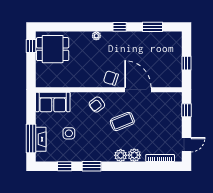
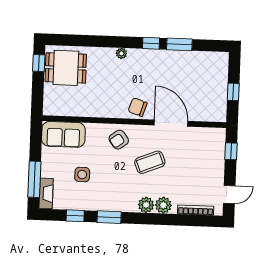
window: (152, 27) -> (179, 44), moved
fireplace: (41, 139) -> (46, 193), moved

